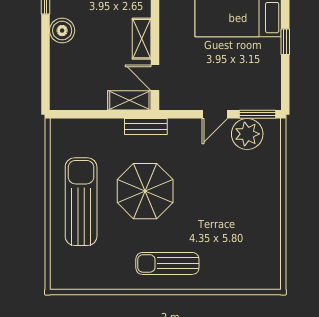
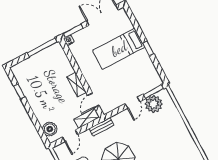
boiler: (62, 31) -> (50, 129), moved
door: (155, 78) -> (93, 100), hinge flipped
door: (89, 114) -> (70, 136), added

